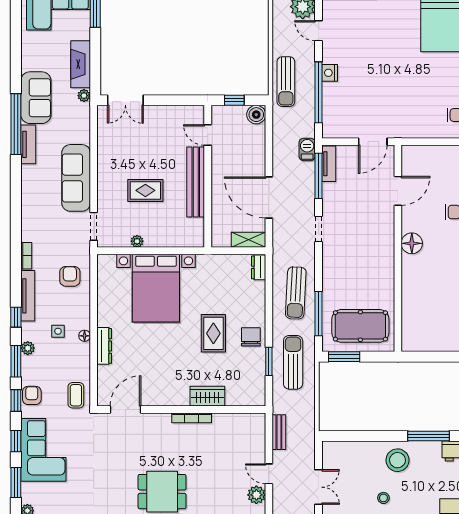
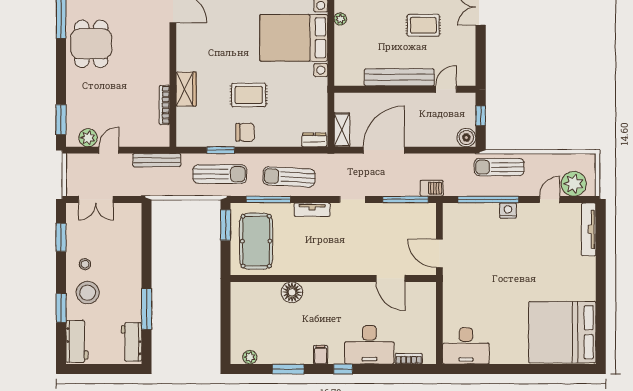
tv unit: (329, 164) -> (312, 210), moved
rug: (145, 190) -> (423, 25), moved, turned 90
floor lamp: (412, 243) -> (292, 292), moved
bookcase: (192, 418) -> (165, 105), moved
bench: (279, 432) -> (157, 160), width x1.36
stool: (398, 460) -> (88, 293), moved

